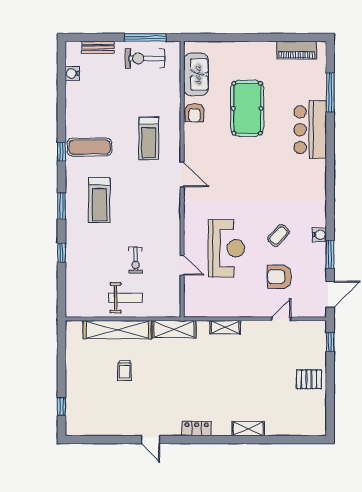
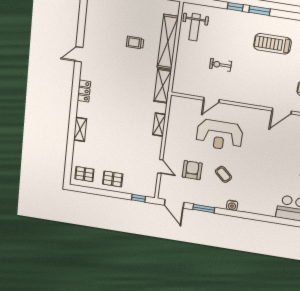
window: (61, 206) -> (260, 11), moved
water cooler: (319, 235) -> (232, 205), moved
weight bench: (126, 298) -> (195, 27), moved
pallet: (309, 379) -> (113, 179), turned 90
pallet: (308, 417) -> (84, 174), added

